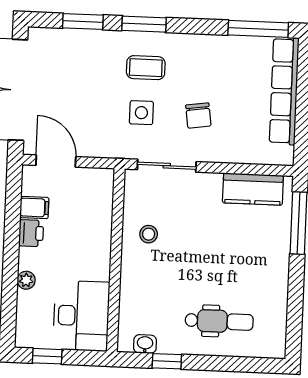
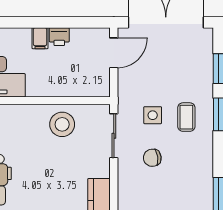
filing cabinet: (34, 208) -> (40, 38), moved
stool: (149, 234) -> (62, 124), width x1.89, depth x1.89
plant: (26, 280) -> (24, 34), removed

